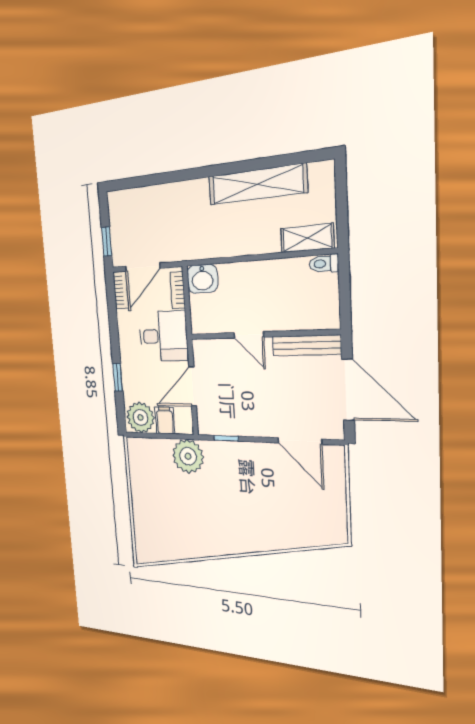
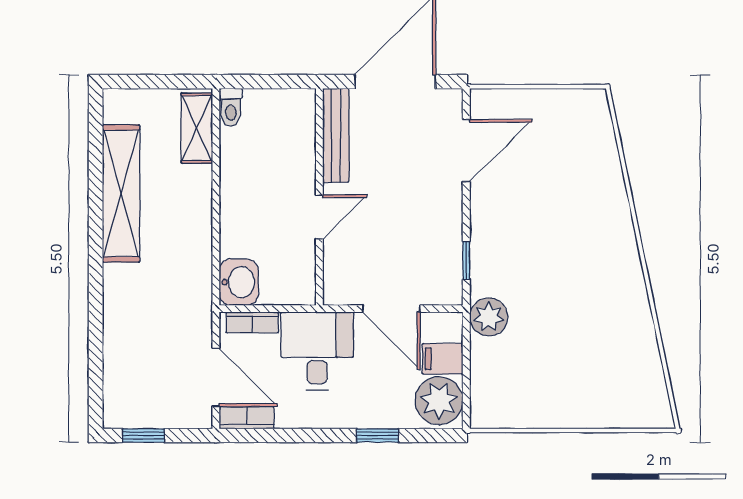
window: (107, 242) -> (143, 436), moved
plant: (188, 456) -> (489, 317), width x0.73, depth x0.73

